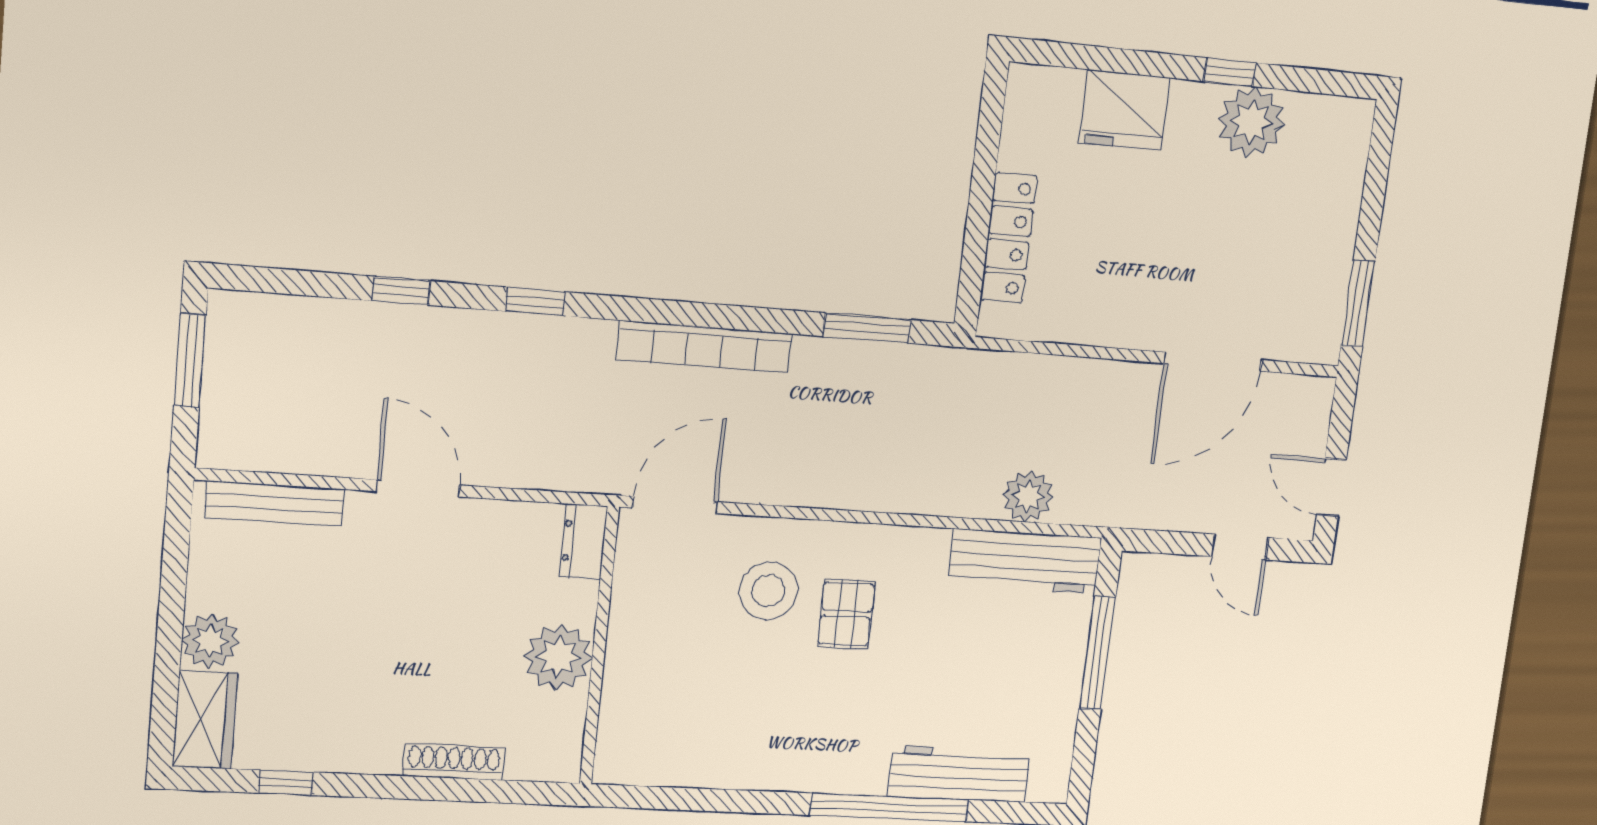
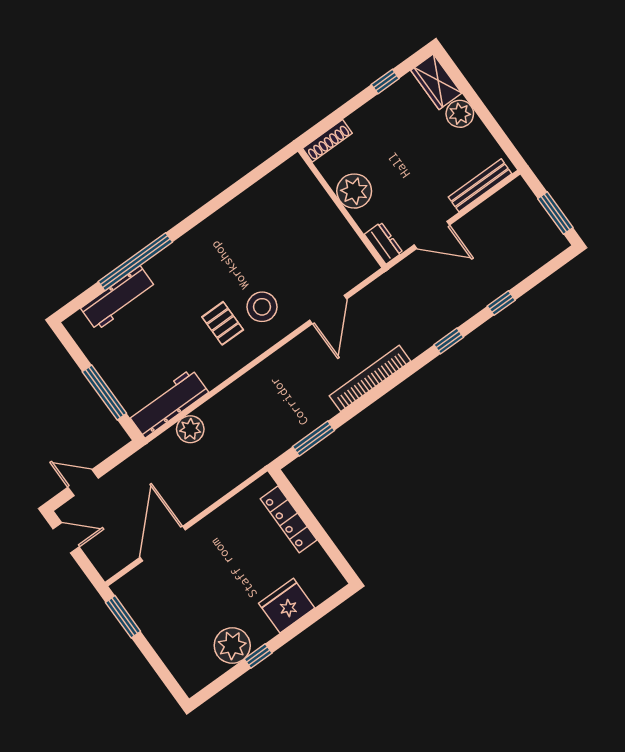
dresser: (583, 541) -> (384, 243), moved
wall: (599, 646) -> (342, 208), moved
plant: (558, 657) -> (354, 191), moved

